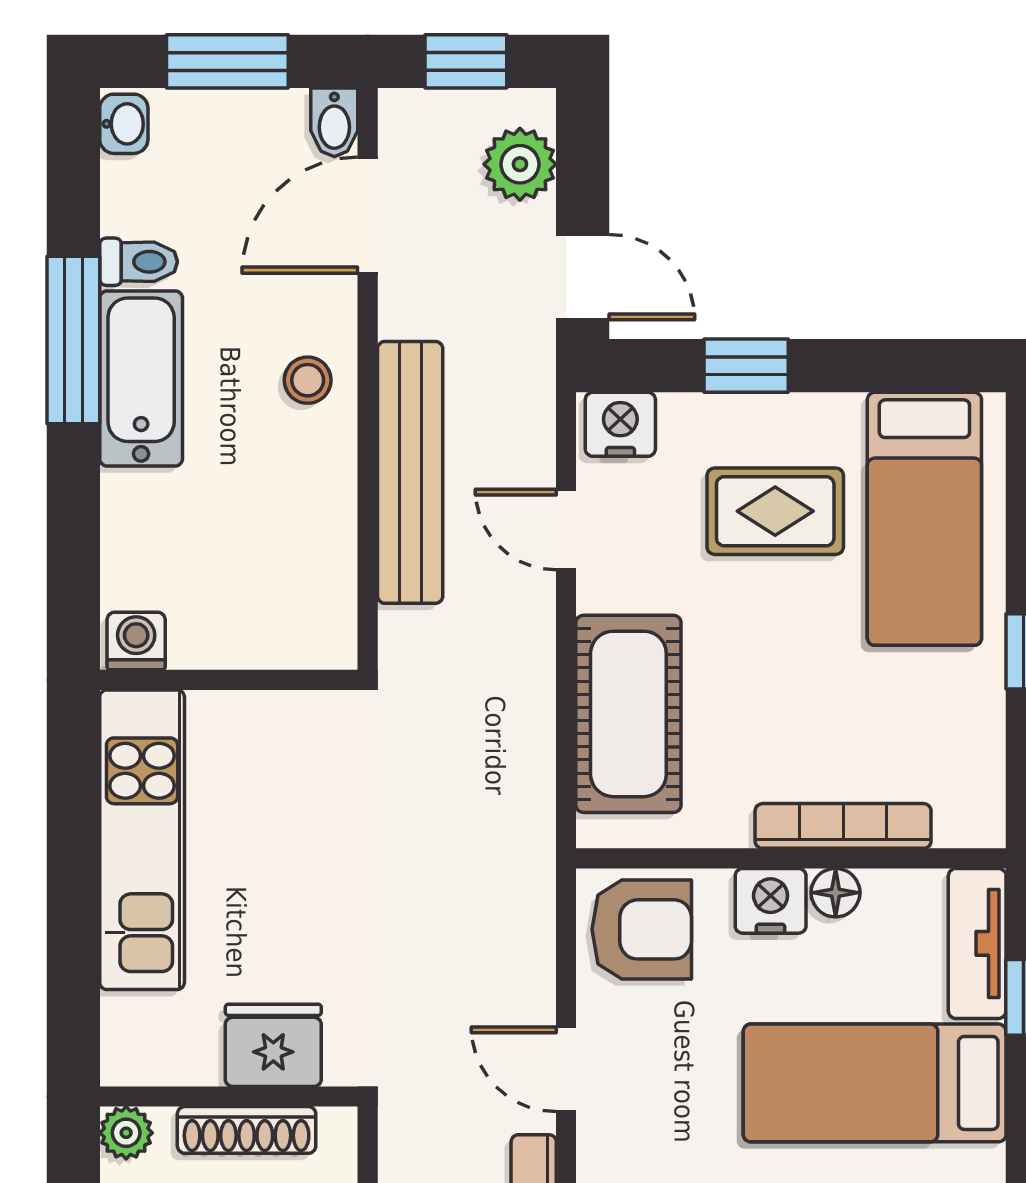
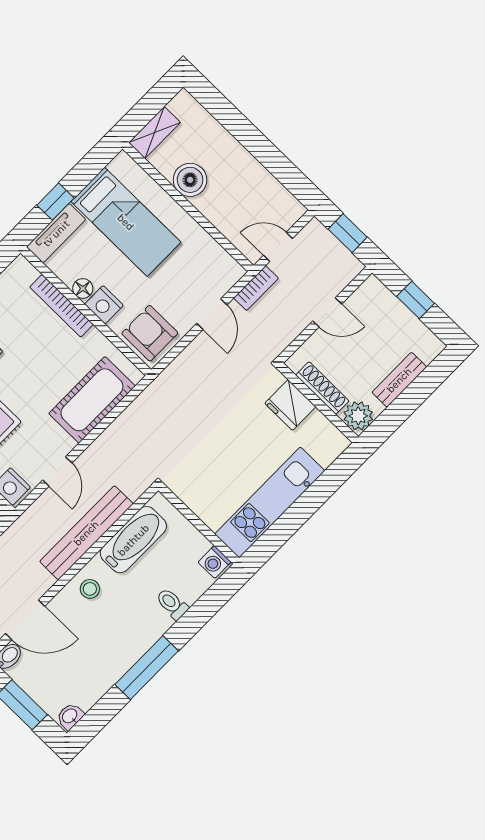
toilet: (139, 262) -> (172, 604), moved
bathtub: (141, 378) -> (133, 540), moved, turned 180
plant: (126, 1133) -> (358, 416), width x1.38, depth x1.38

